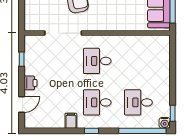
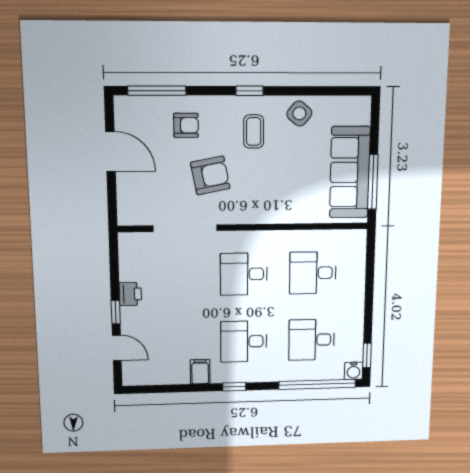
window: (22, 59) -> (116, 312), moved
desk: (138, 61) -> (313, 273), added
printer: (31, 83) -> (130, 294), moved
door: (22, 104) -> (117, 348), hinge flipped

